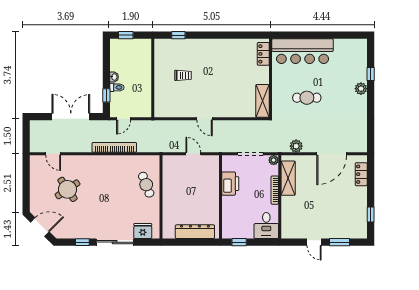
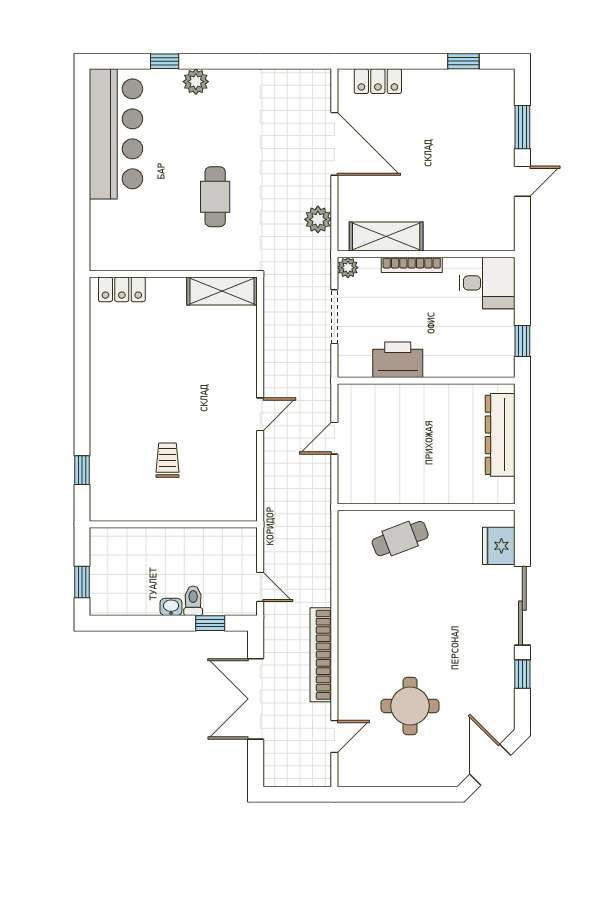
bar counter: (303, 51) -> (116, 134), moved
bookcase: (114, 147) -> (321, 655), moved
round table: (68, 189) -> (410, 706), turned 34

